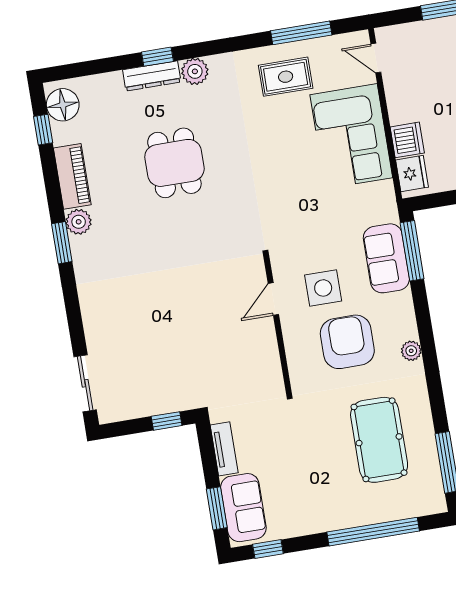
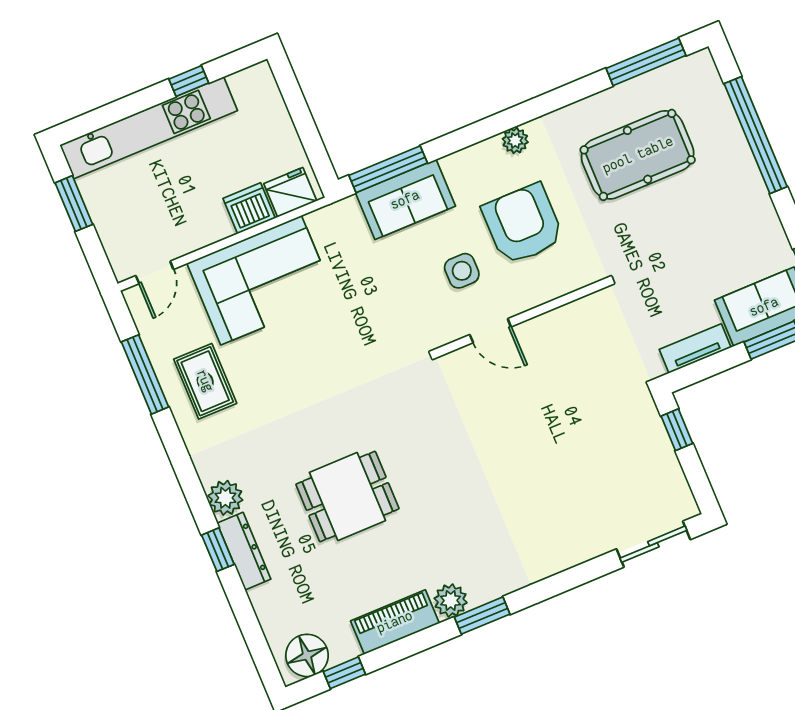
side table: (323, 288) -> (462, 271), width x0.73, depth x0.73
armchair: (347, 342) -> (523, 224), turned 90

